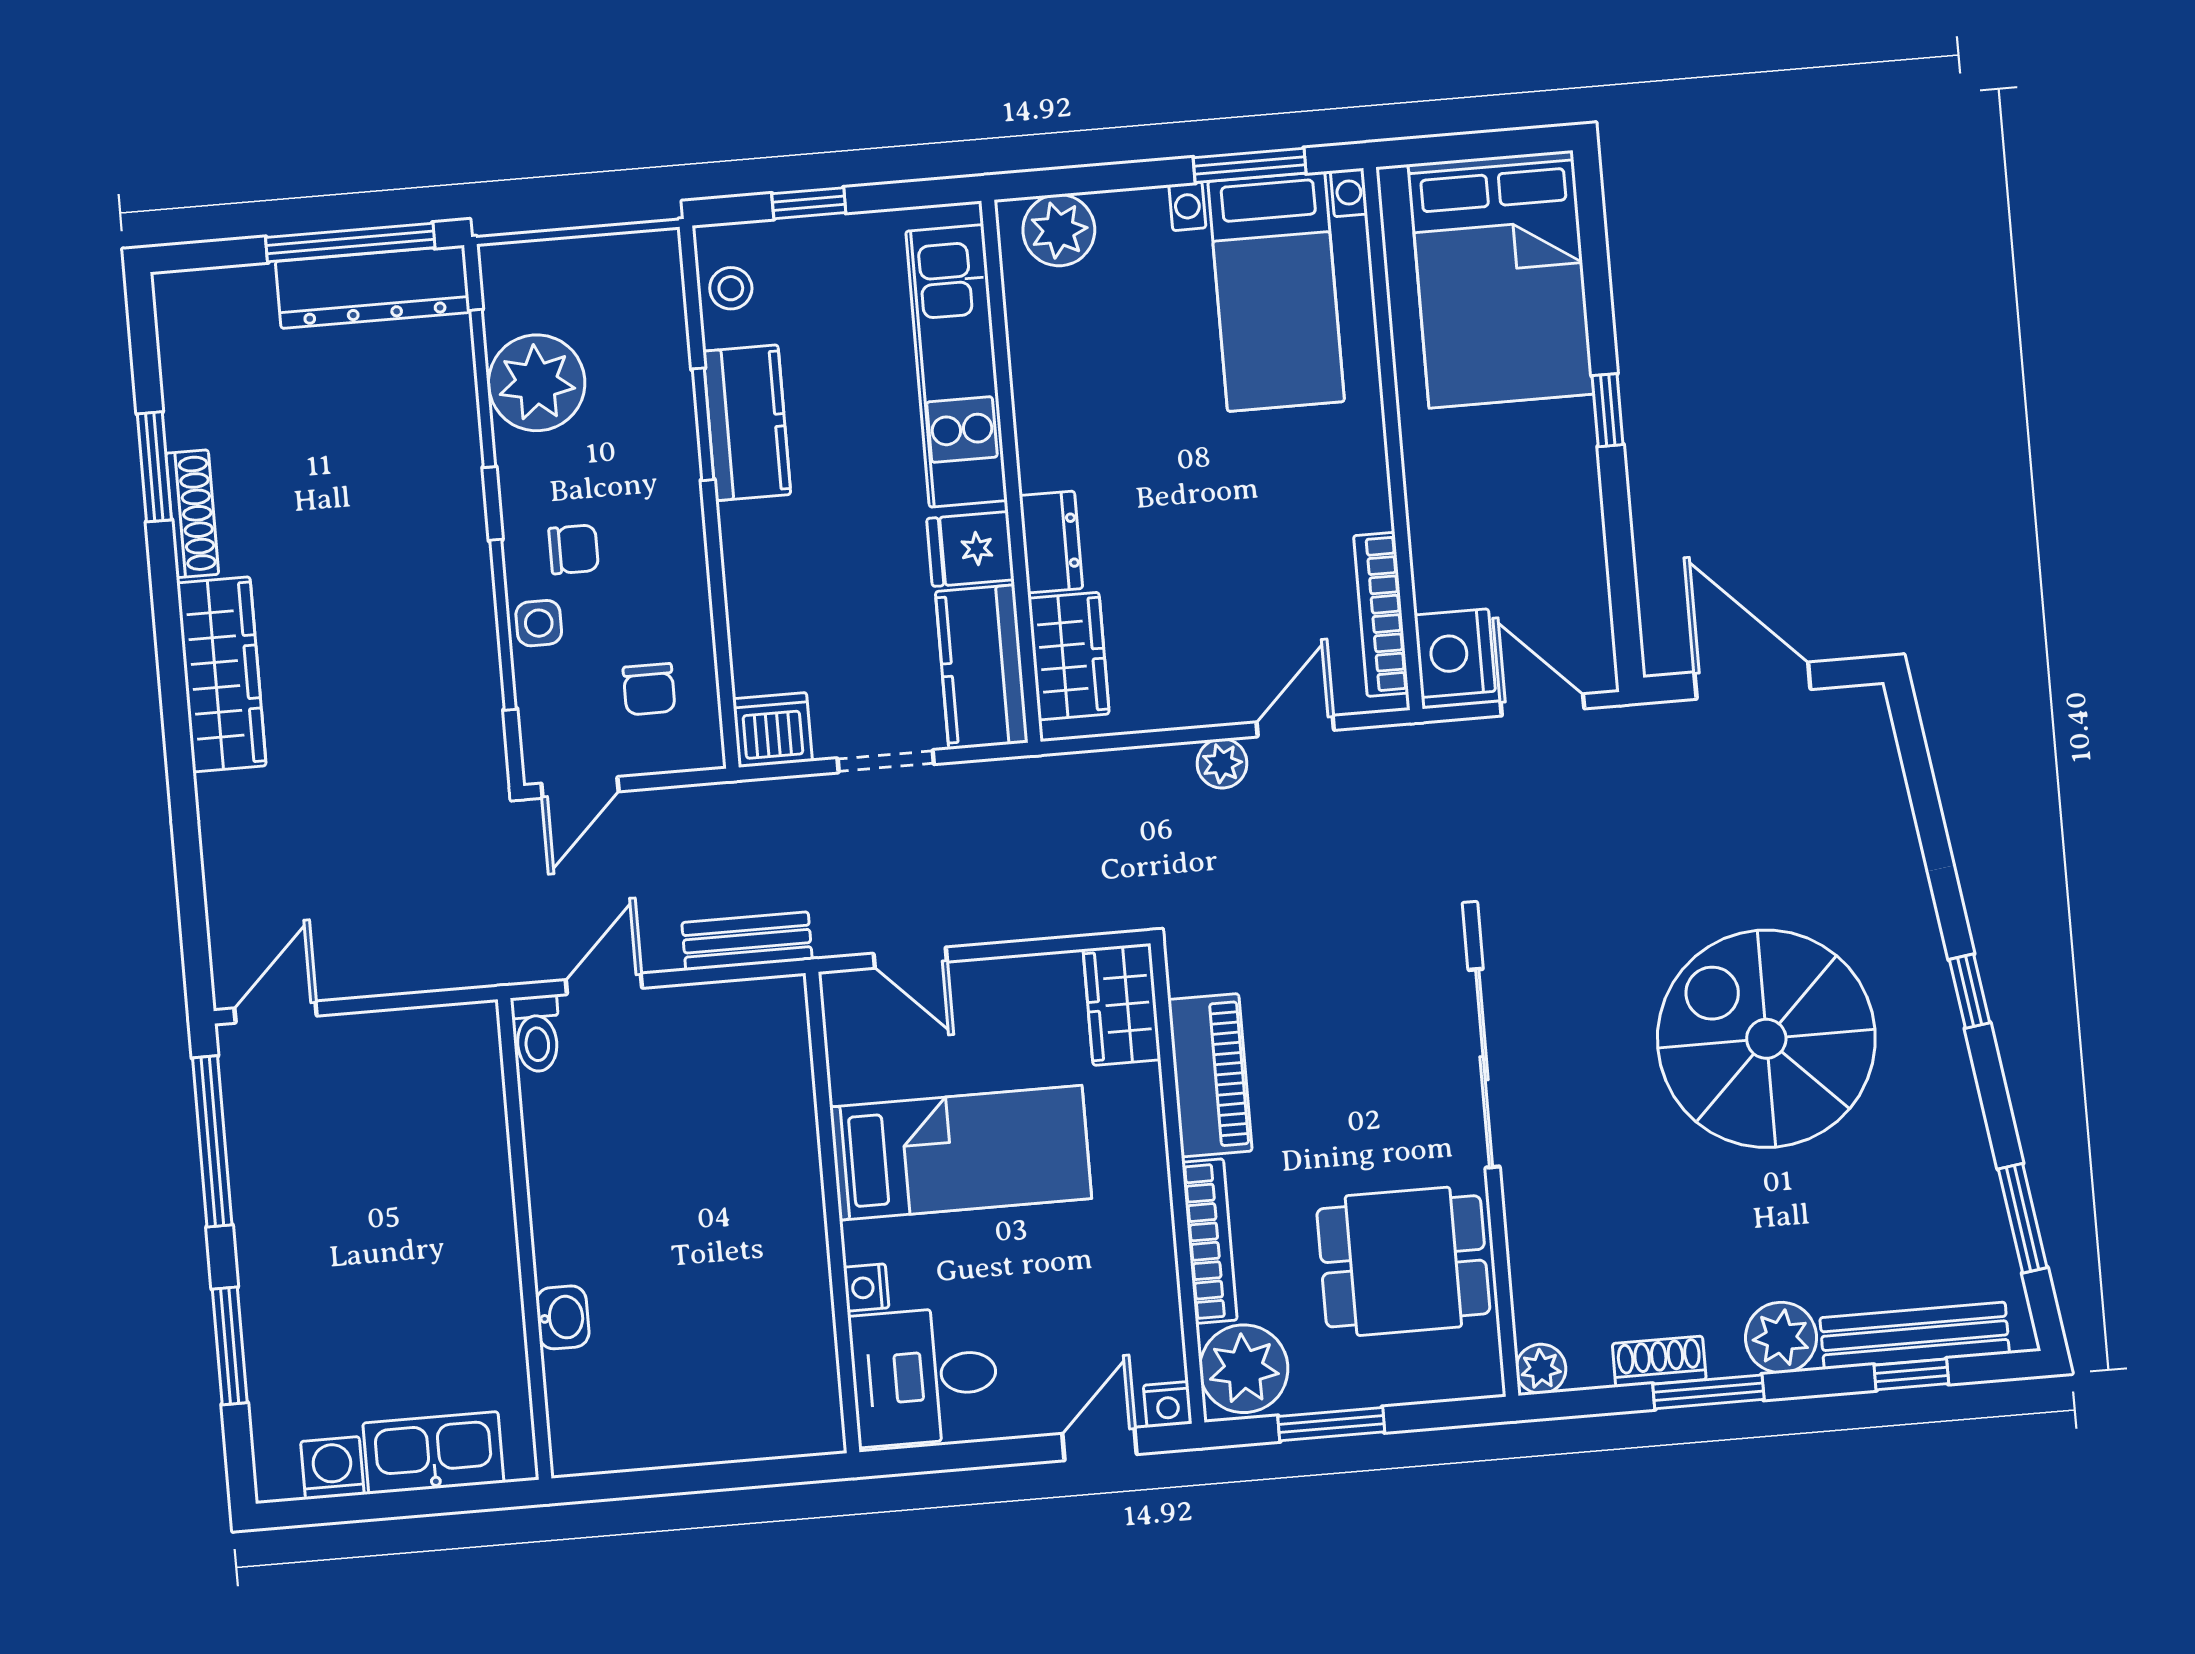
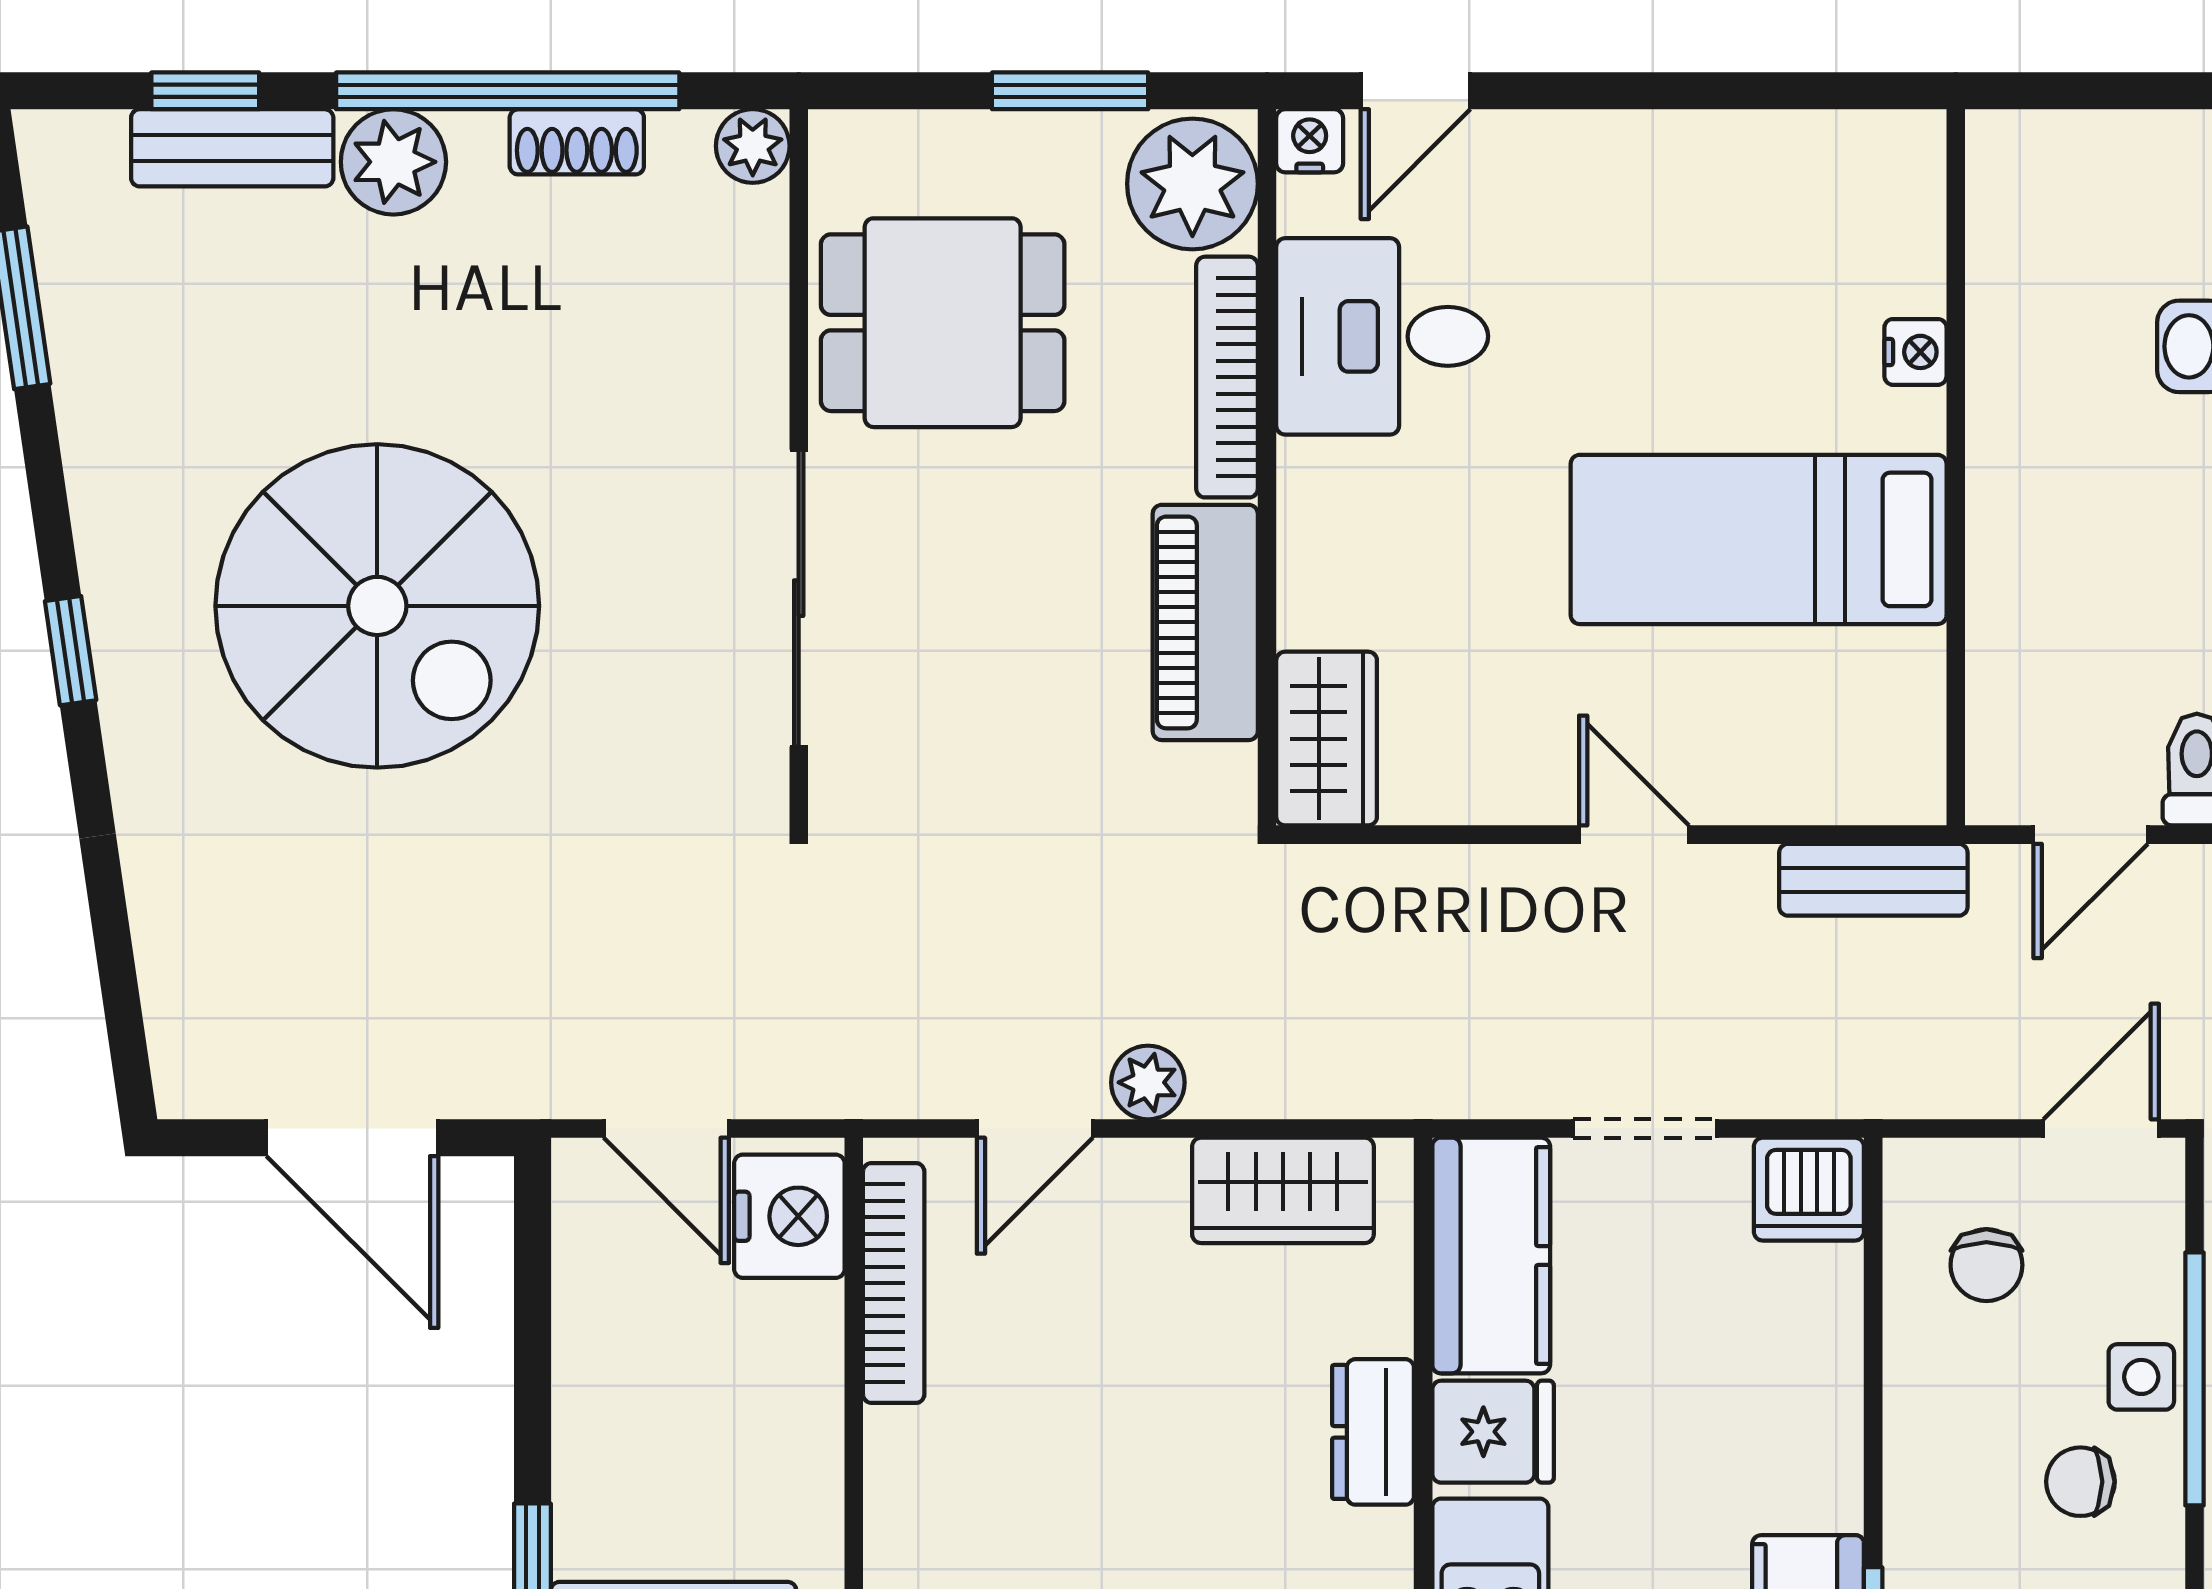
wardrobe: (1069, 656) -> (1283, 1190), moved, turned -90
chair: (649, 689) -> (1986, 1265), turned 180
bed: (961, 1153) -> (1759, 539), moved
wall: (833, 1212) -> (1956, 467), moved
nightstand: (866, 1288) -> (1915, 352), moved
bench: (1915, 1336) -> (232, 148), width x0.73
desk: (924, 1376) -> (1382, 336), moved, turned 180
window: (1708, 1392) -> (508, 91), width x2.11

